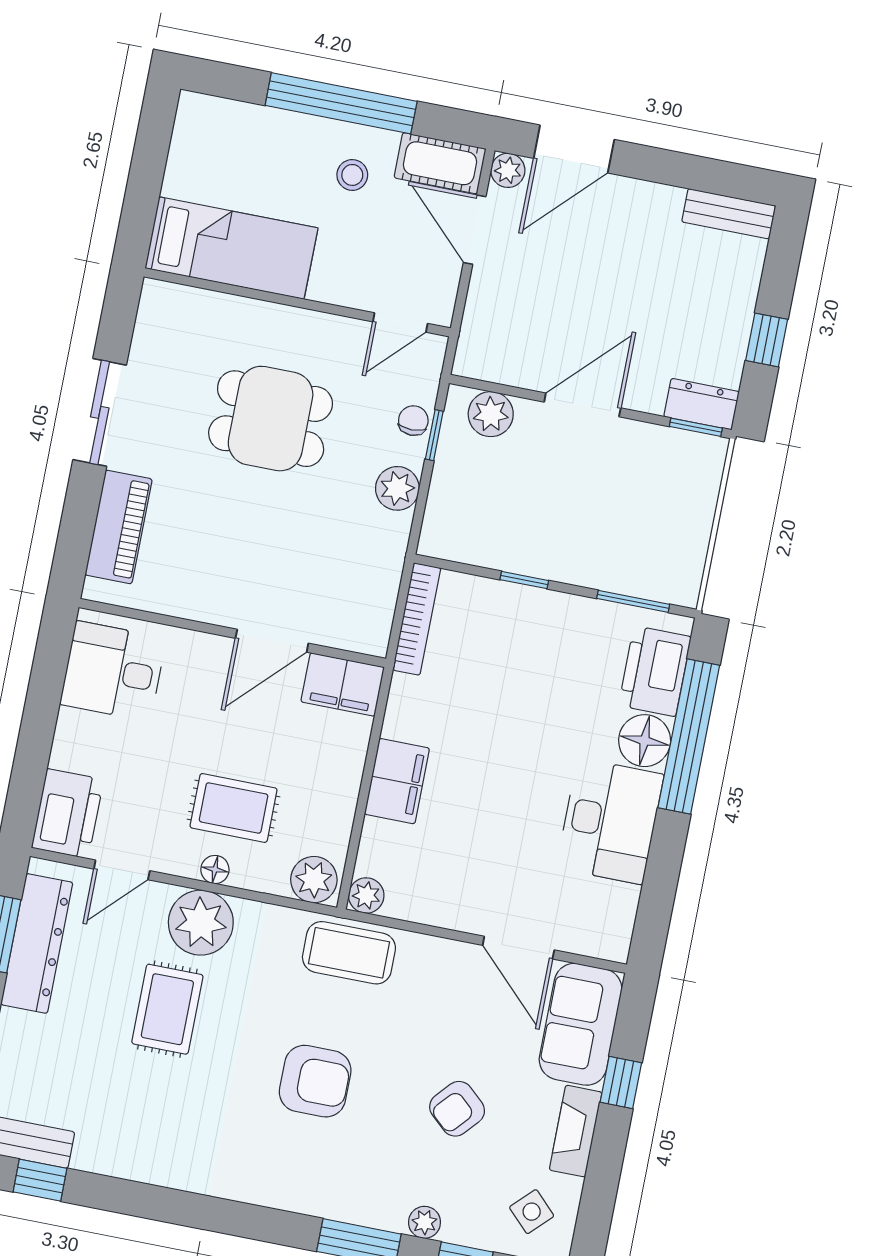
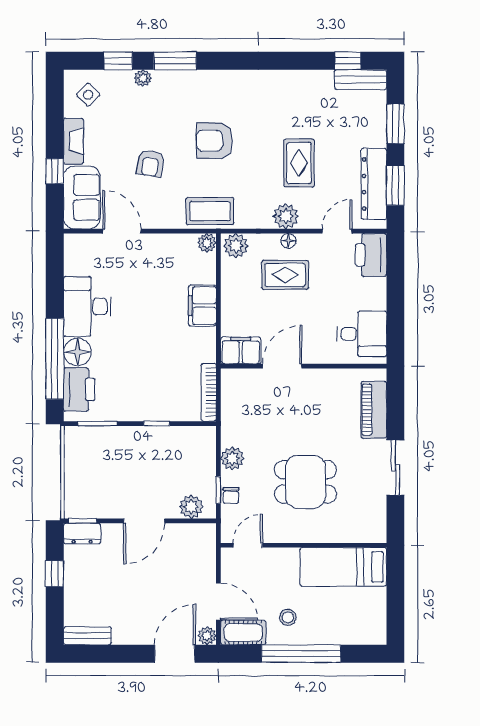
plant: (201, 923) -> (286, 216), width x0.73, depth x0.73
armchair: (457, 1109) -> (150, 163), moved, turned 147

